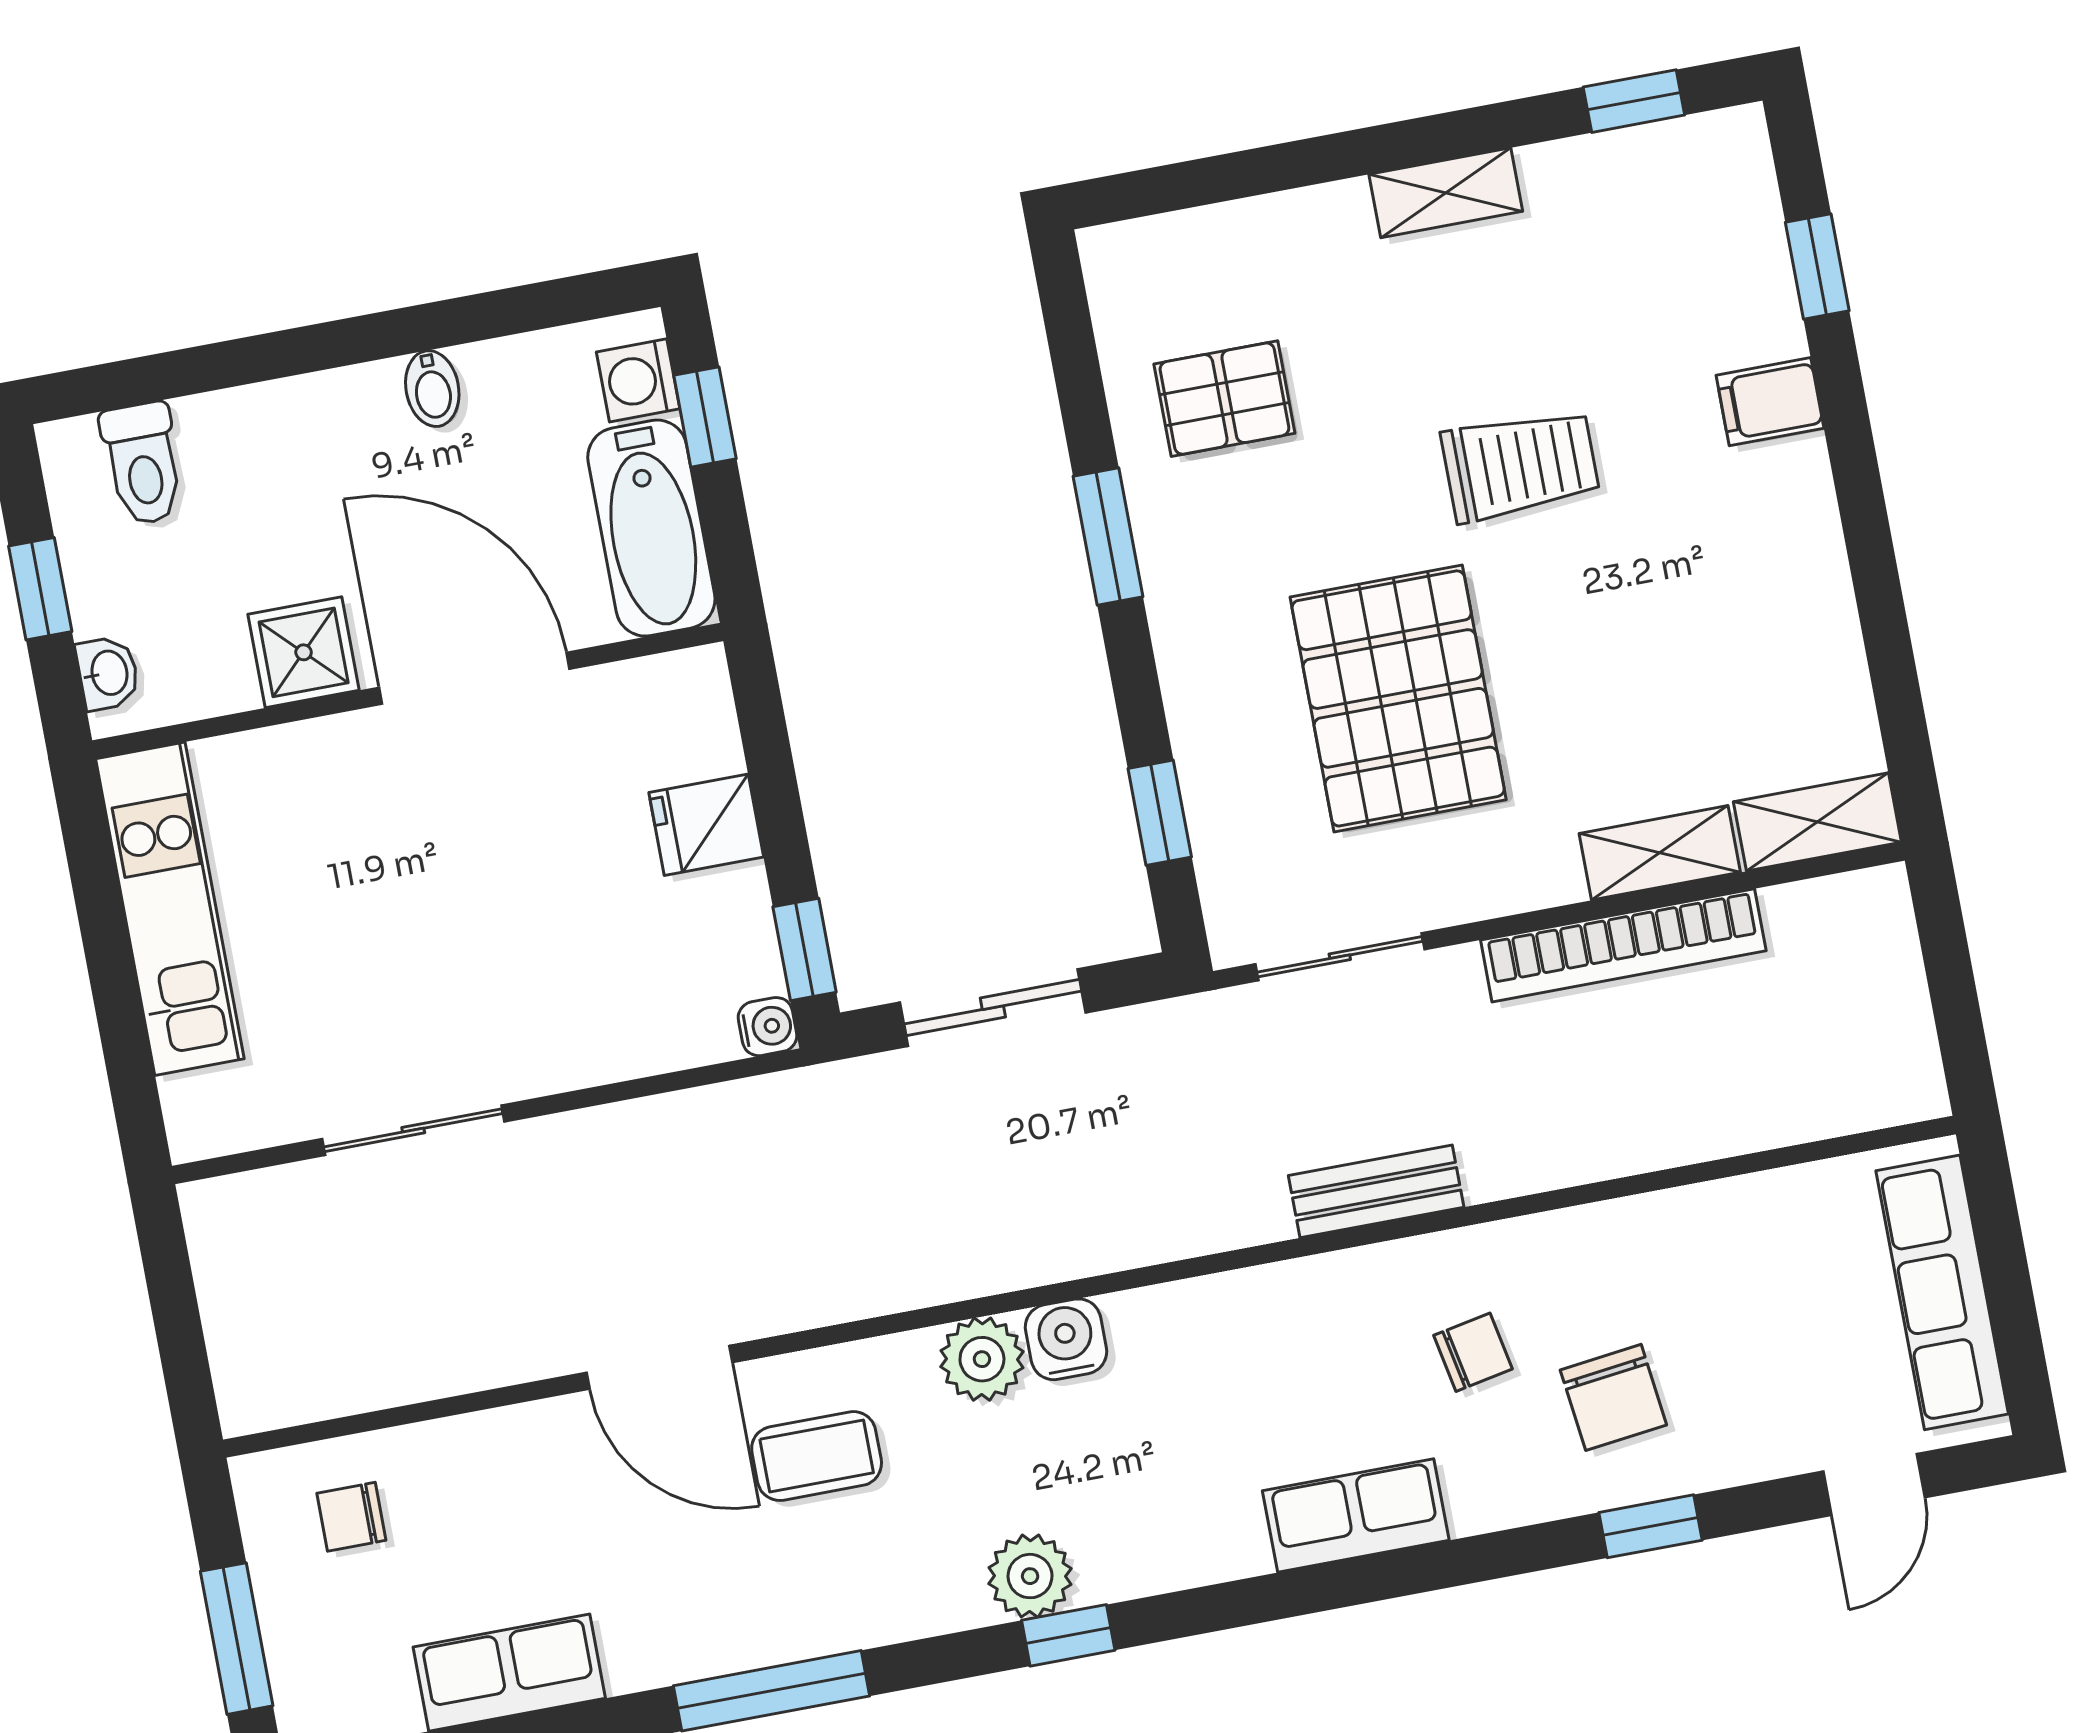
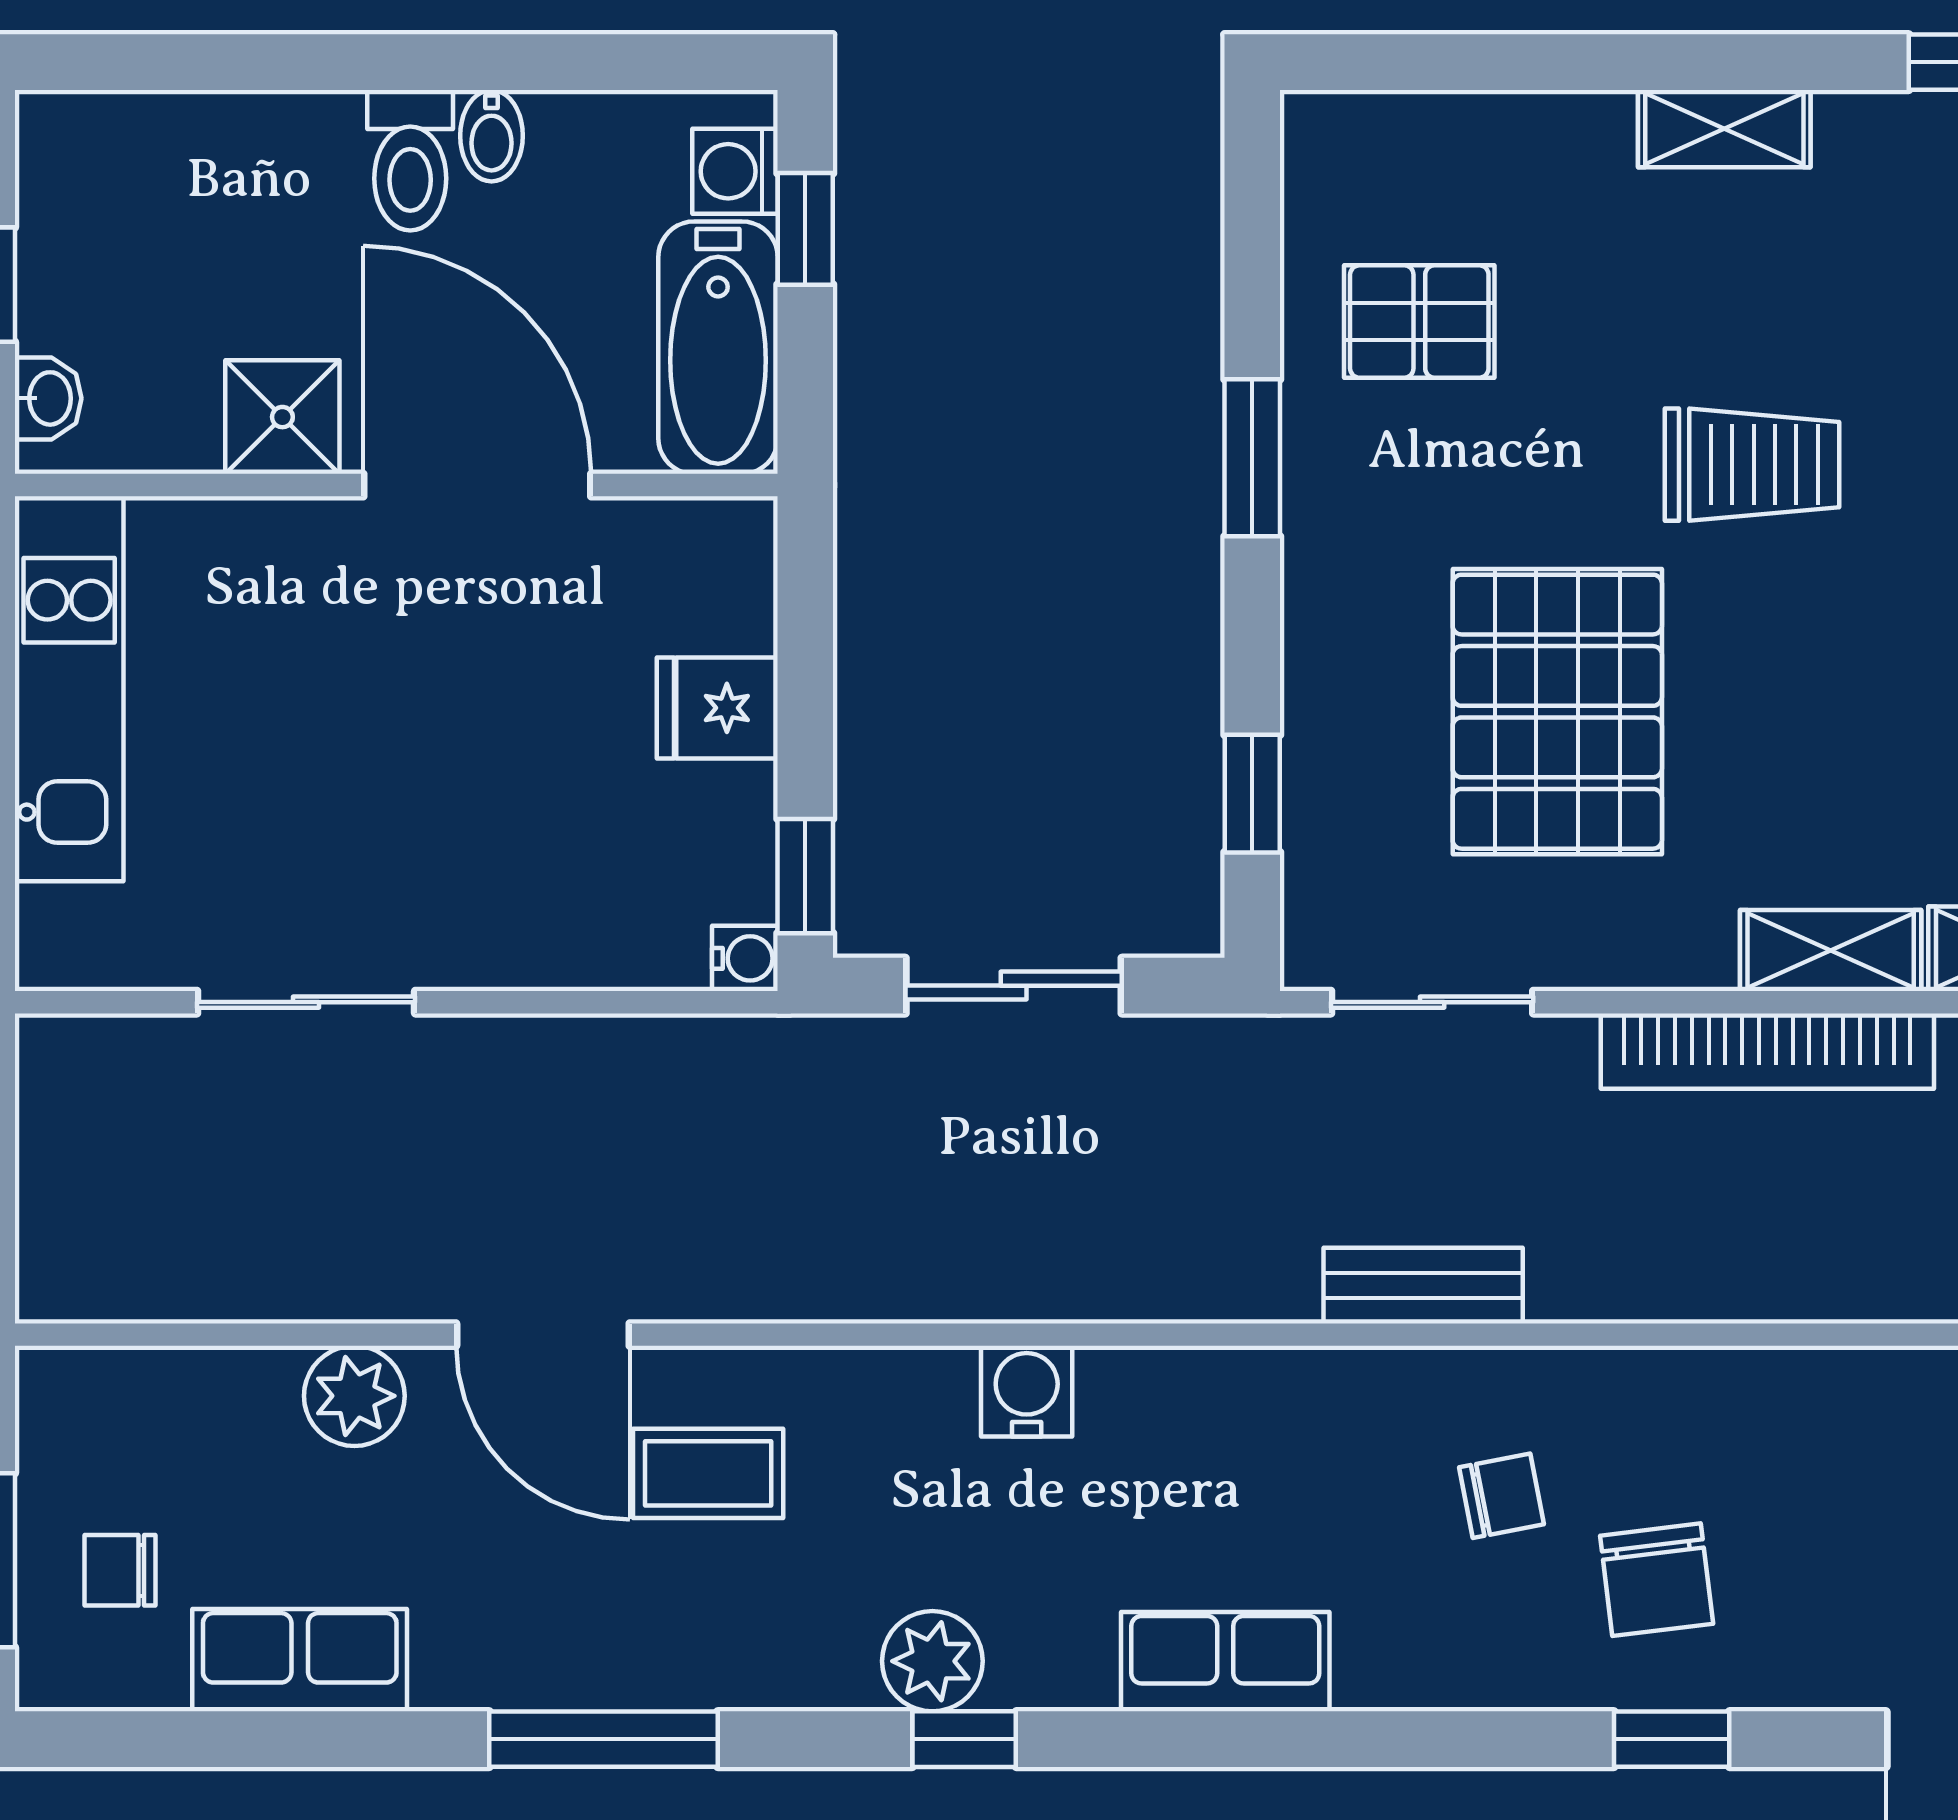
toilet: (143, 464) -> (410, 160), moved
plant: (982, 1359) -> (354, 1396), moved
row of seats: (1356, 1515) -> (1225, 1662), moved
chair: (351, 1517) -> (120, 1570), moved

